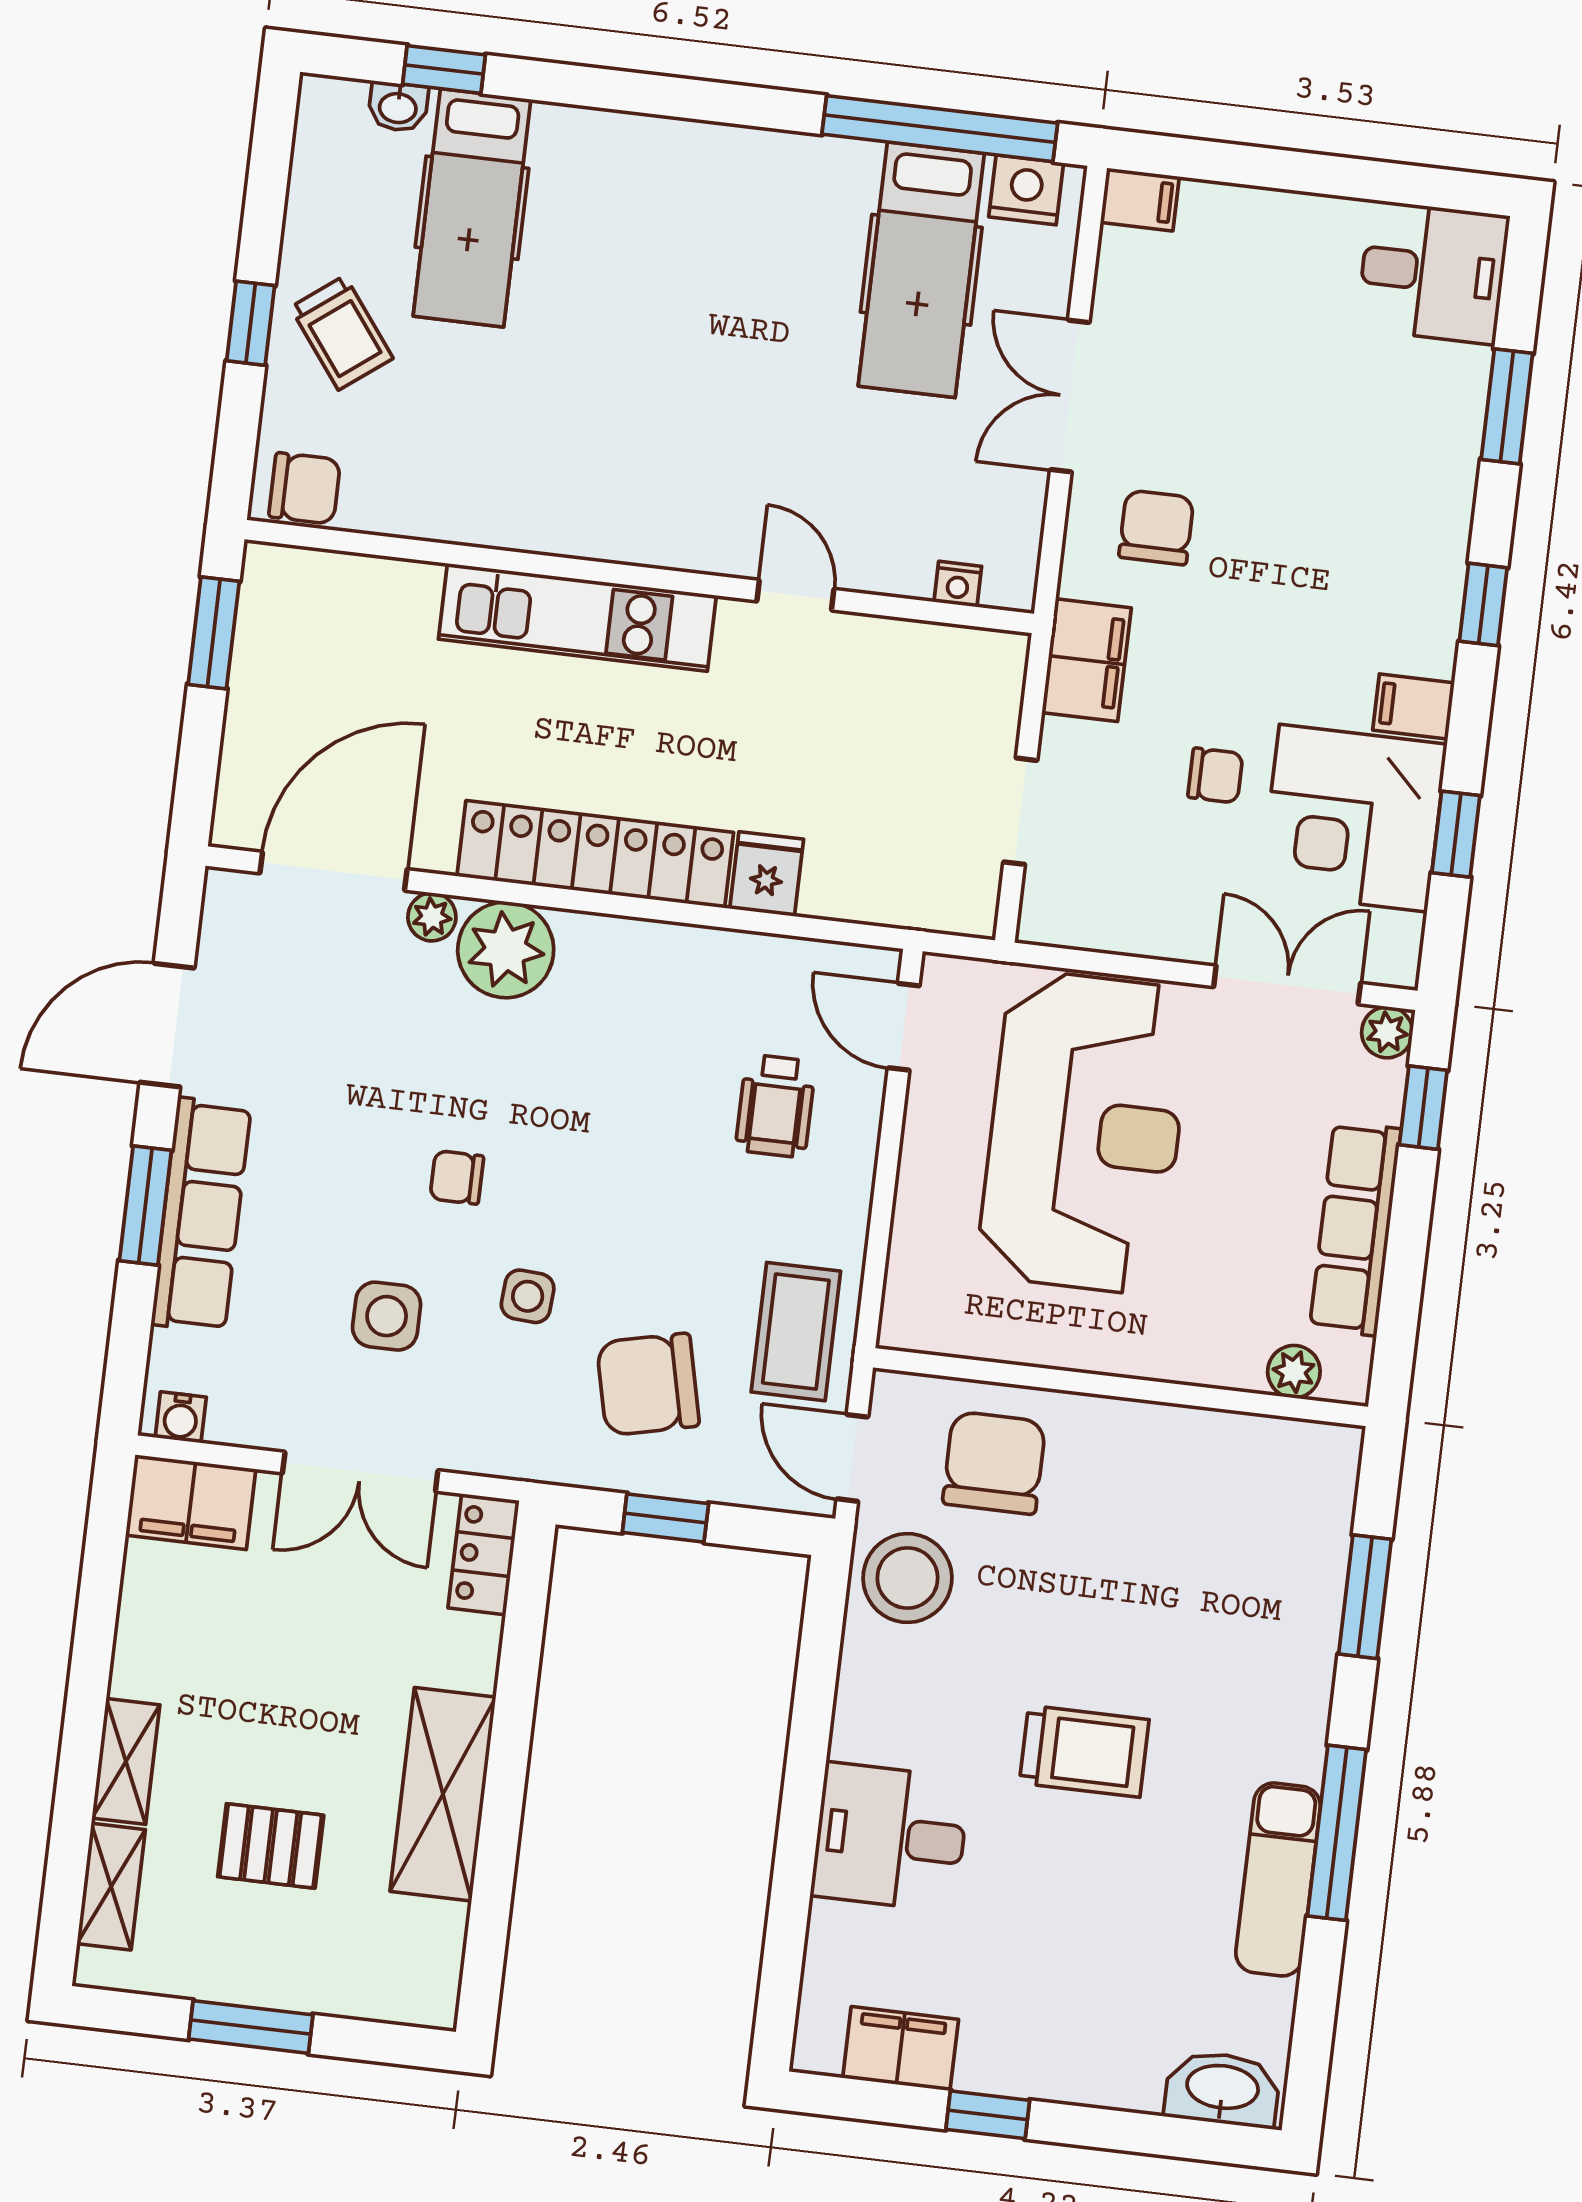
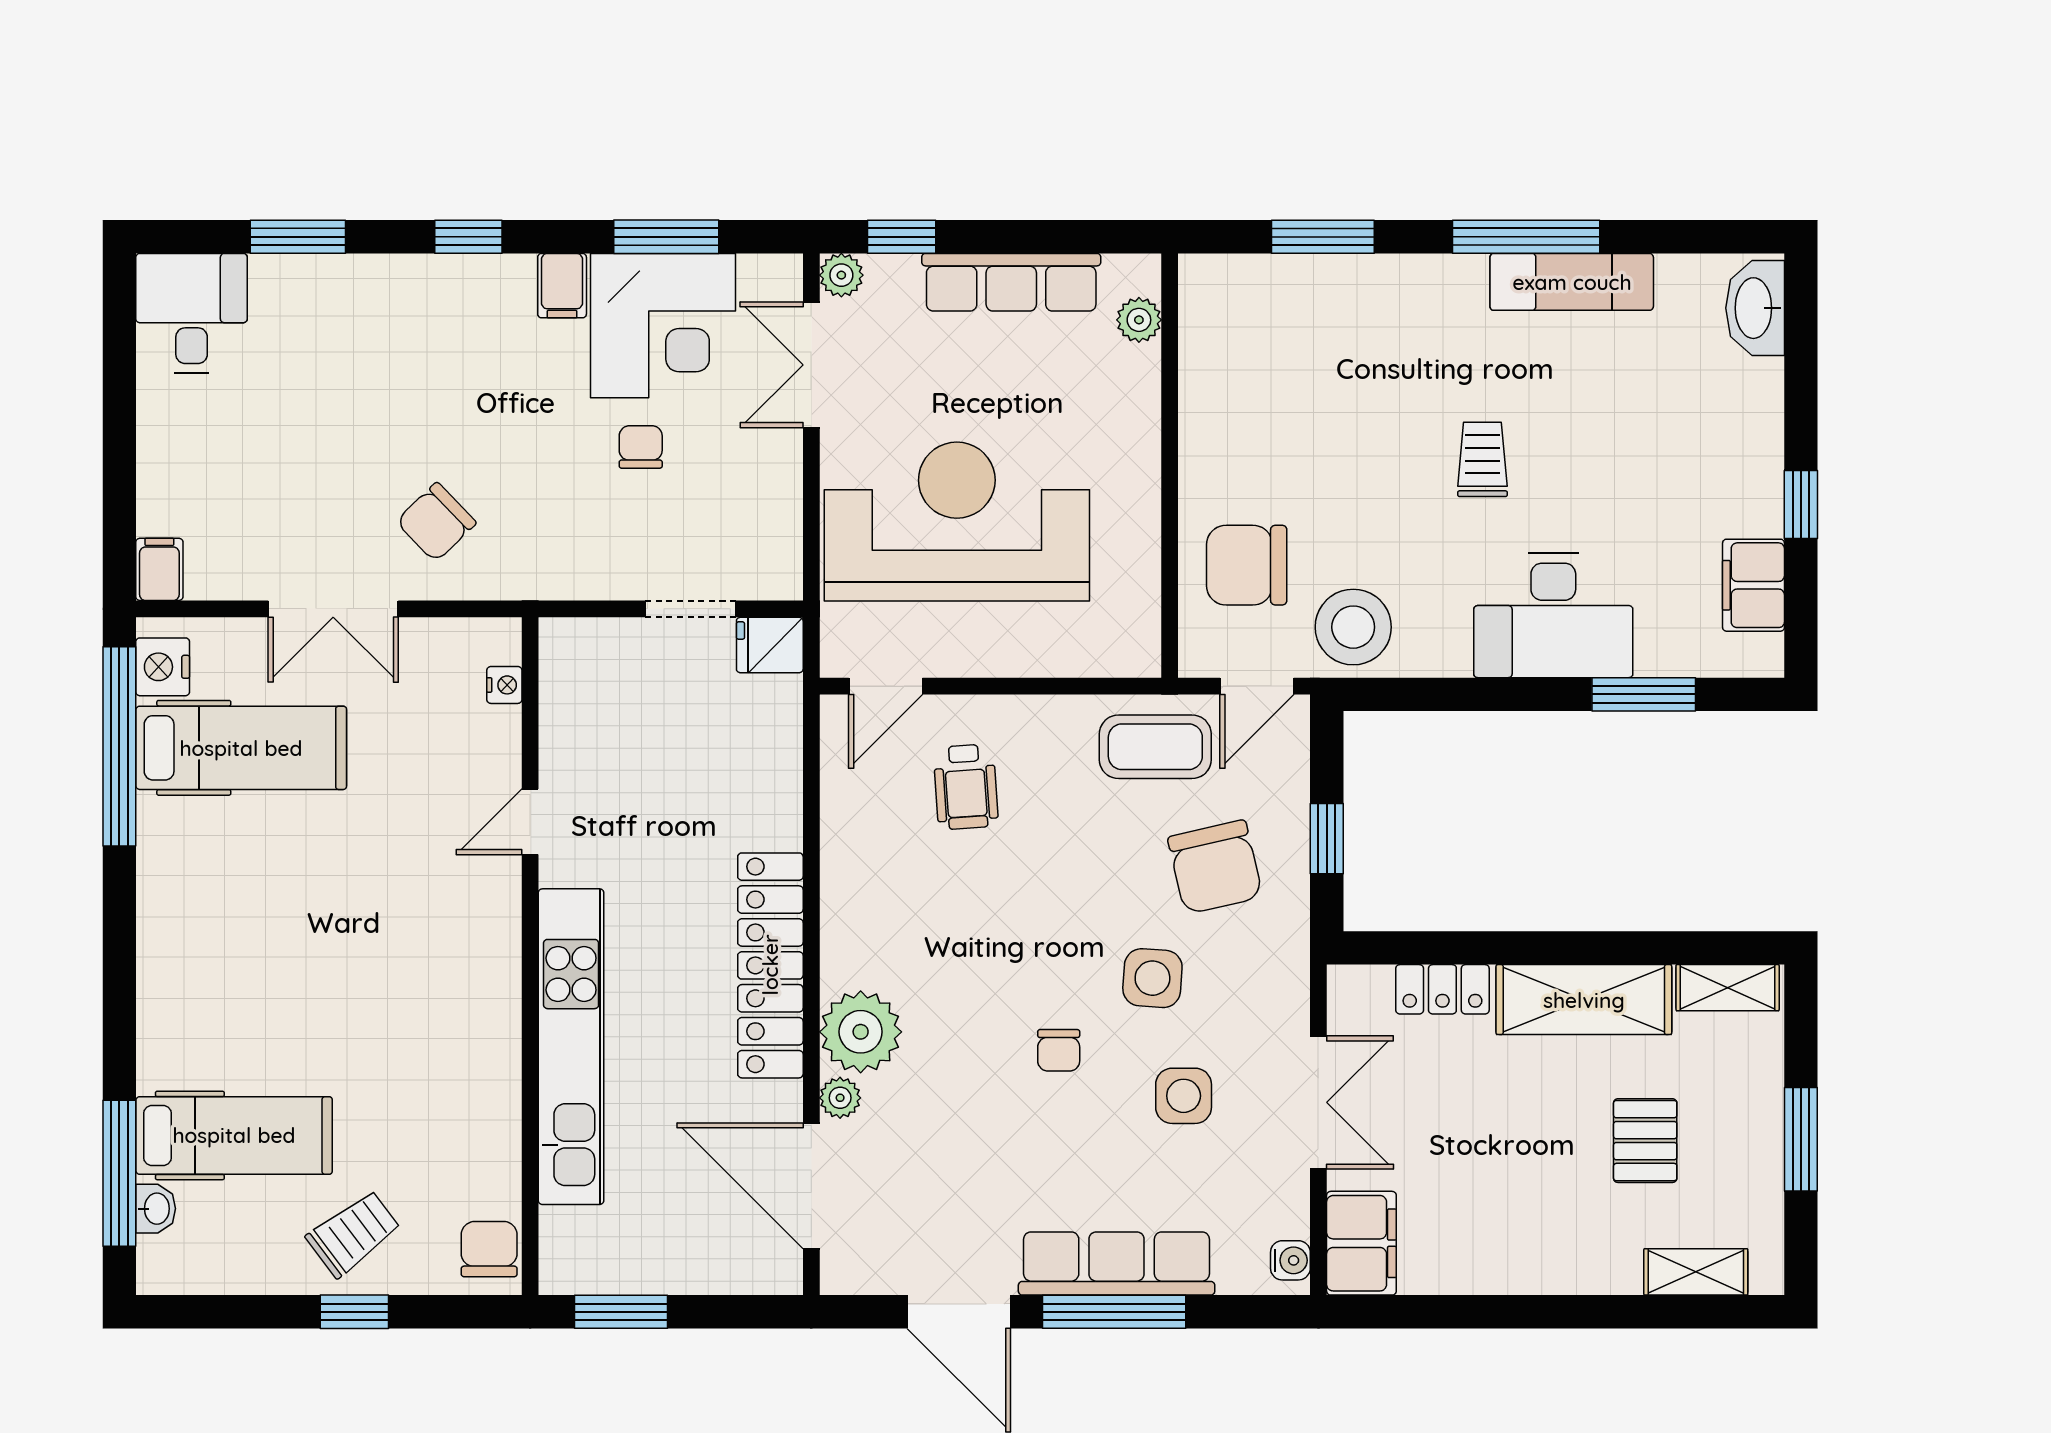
window: (444, 69) -> (119, 1173), width x2.17
chair: (1156, 527) -> (436, 522), turned -44
kitchen unit: (577, 617) -> (571, 1047), width x1.36
filing cabinet: (1087, 660) -> (556, 568), removed
window: (1456, 834) -> (666, 237), width x1.50
fridge: (767, 874) -> (770, 645), moved
wheelchair: (776, 1106) -> (966, 787), turned 86
window: (145, 1206) -> (1114, 1312), width x1.44
side table: (528, 1296) -> (1152, 978), width x1.37, depth x1.37
locker: (484, 1554) -> (1442, 989), moved
trolley: (1084, 1751) -> (1482, 459), width x0.73, depth x0.72
shelving: (126, 1761) -> (1728, 988), moved
desk: (890, 1837) -> (1553, 615), width x1.37
window: (789, 1906) -> (1644, 694), added

